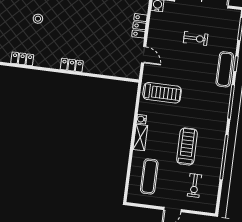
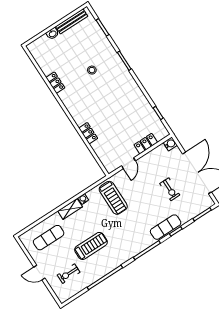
locker: (72, 65) -> (88, 133), moved

